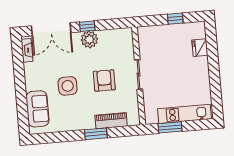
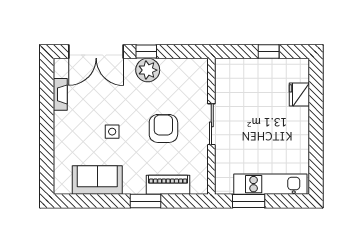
fireplace: (27, 50) -> (60, 94), moved
side table: (68, 86) -> (112, 132), width x0.54, depth x0.54
sofa: (37, 109) -> (97, 180), moved, turned -90

